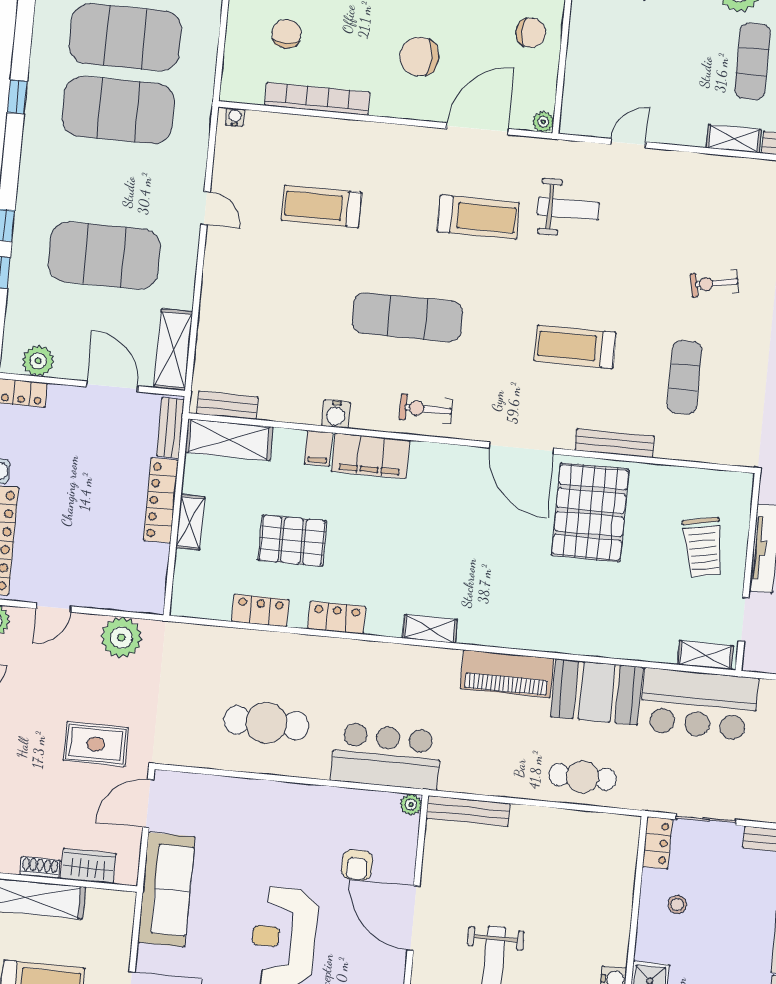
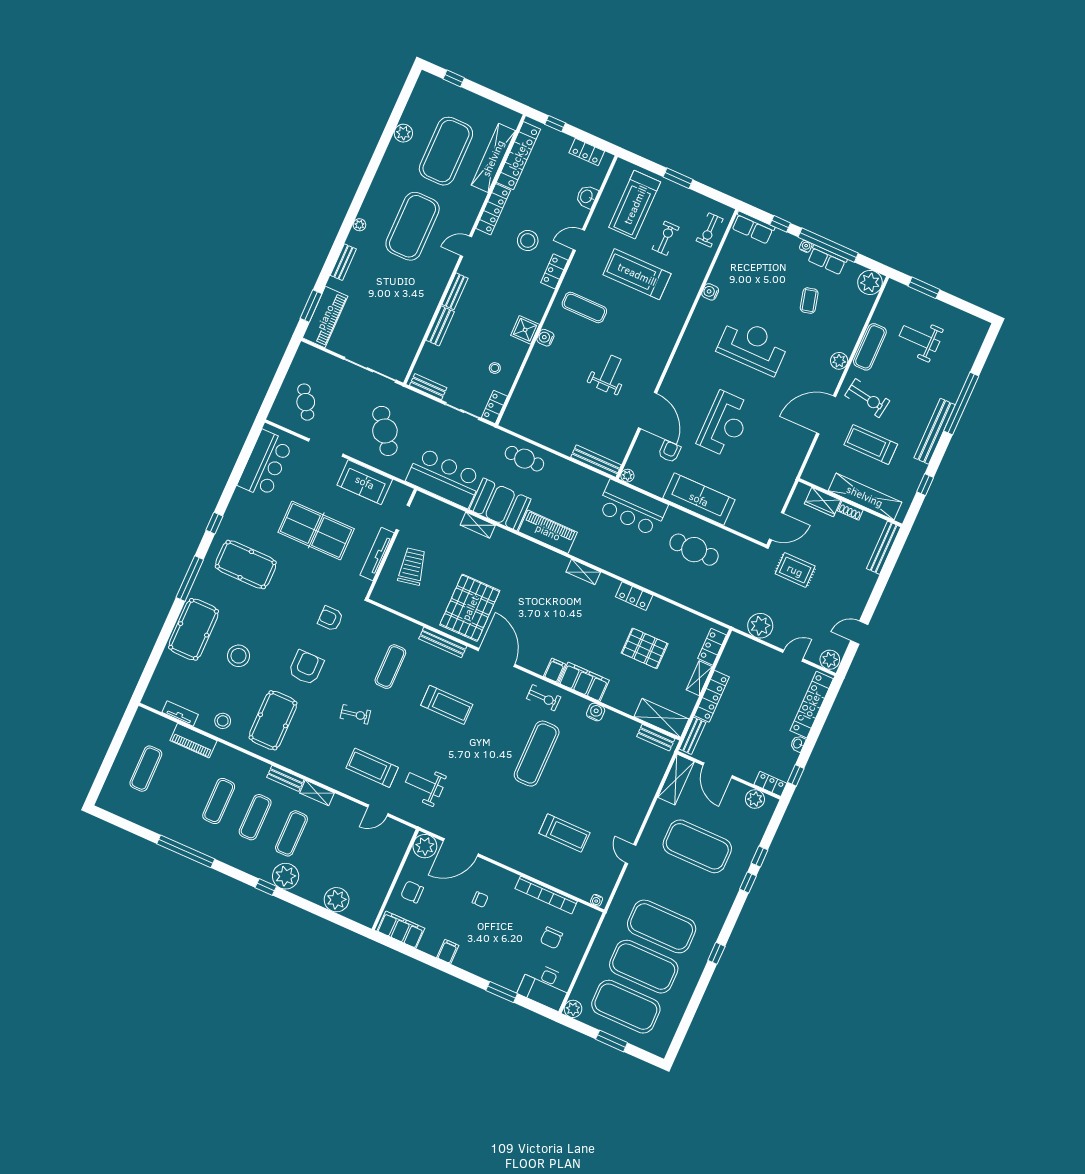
chair: (419, 57) -> (480, 900), width x0.54, depth x0.54
plant: (543, 122) -> (425, 846), width x1.87, depth x1.87
treadmill: (478, 217) -> (372, 768), moved
exercise mat: (407, 317) -> (537, 754), turned 90
filing cabinet: (318, 448) -> (555, 670), moved
locker: (260, 611) -> (712, 647), moved, turned 90
shelving: (705, 655) -> (478, 525), moved
sofa: (166, 890) -> (699, 499), moved, turned 90

